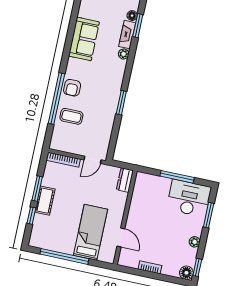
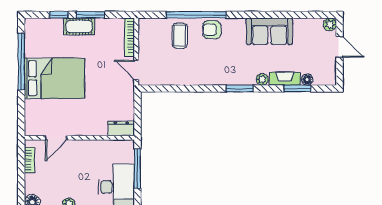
window: (121, 103) -> (240, 88), moved
dresser: (125, 180) -> (121, 128), moved
wall: (125, 218) -> (79, 138), moved
bed: (90, 232) -> (54, 78), width x1.50
door: (121, 237) -> (56, 138), moved

